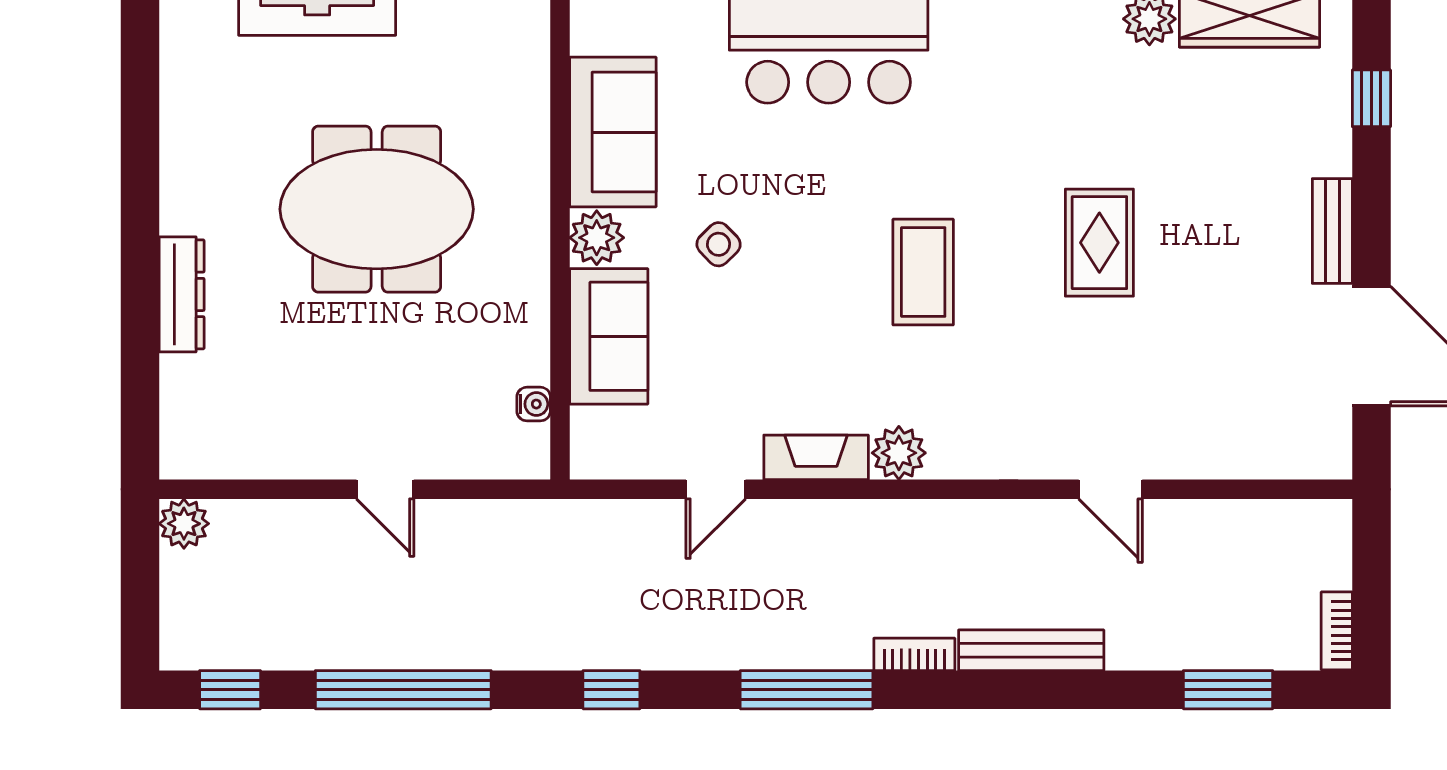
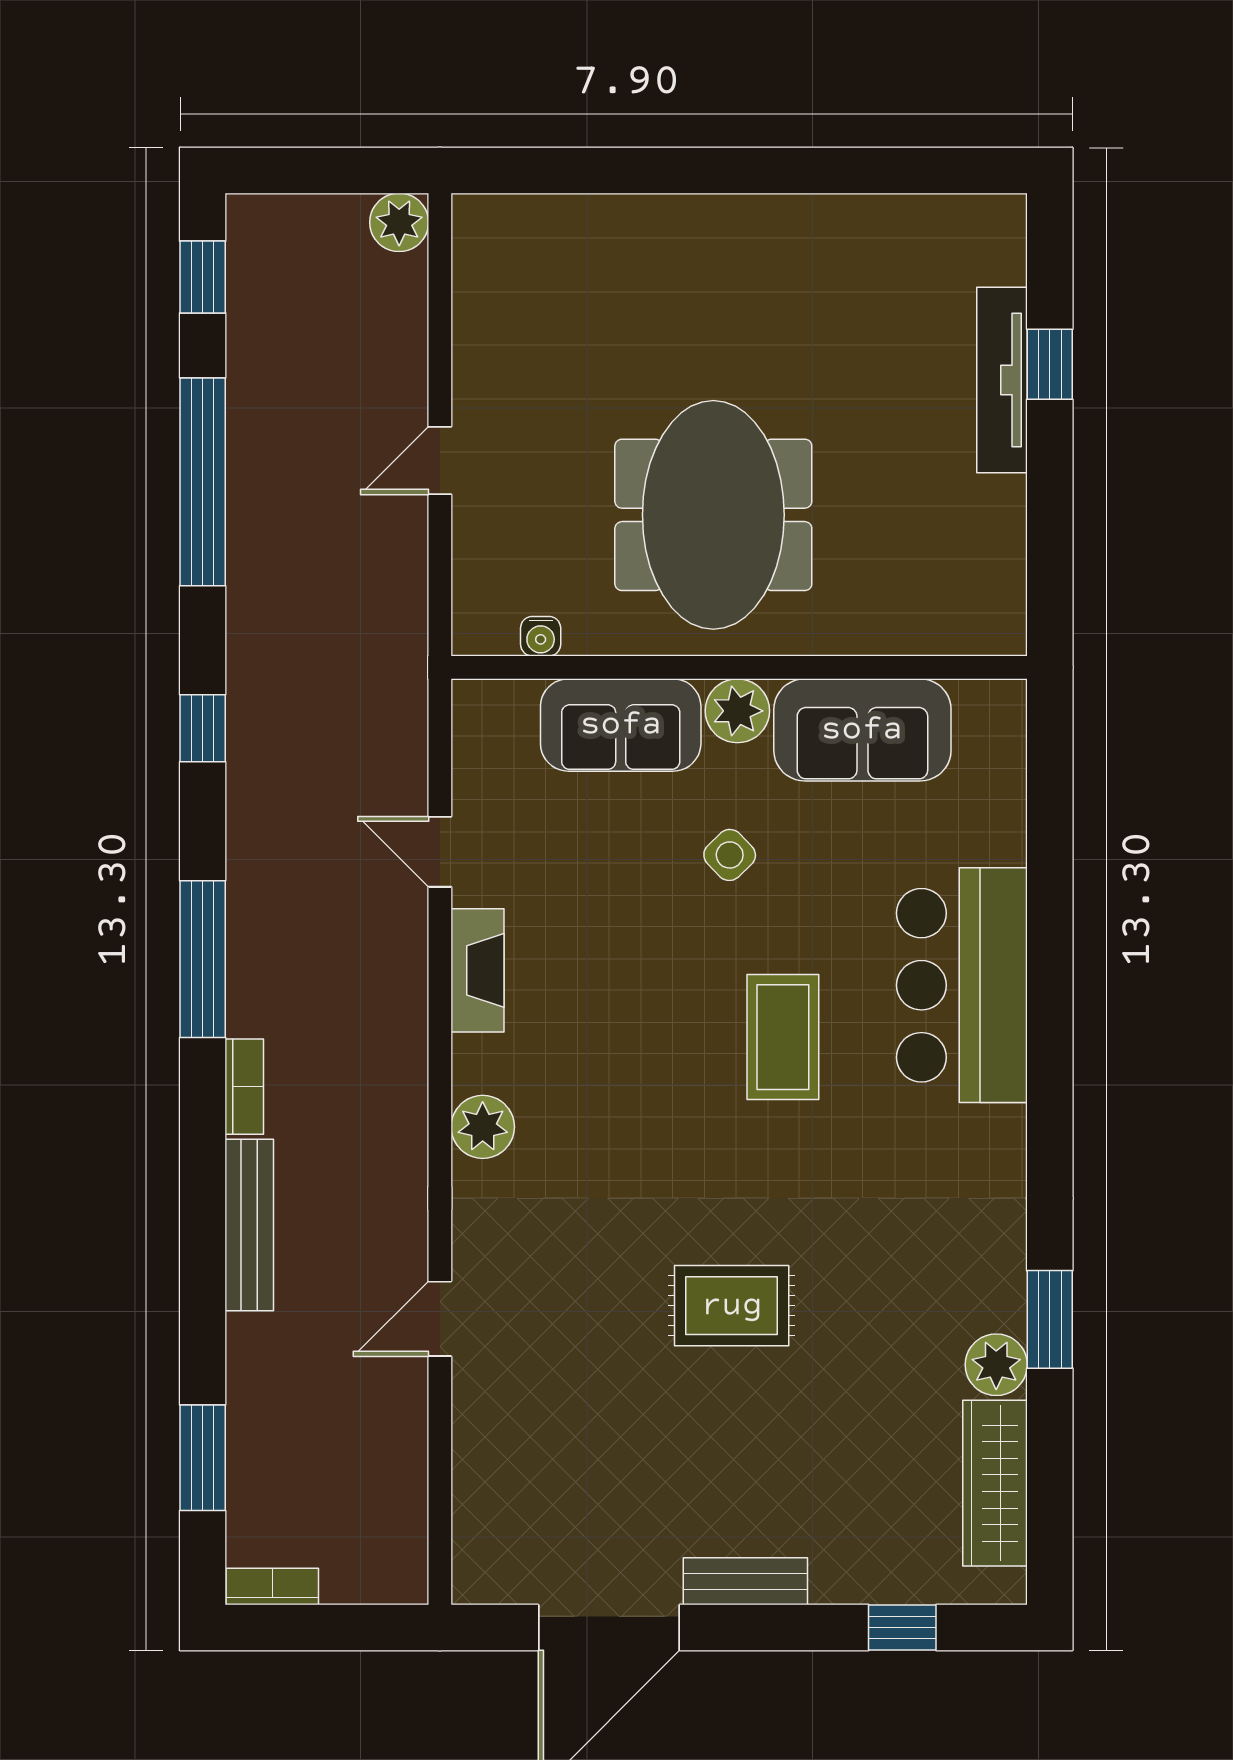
meeting table: (377, 209) -> (713, 515), moved
coffee table: (923, 272) -> (783, 1037), moved, turned 90
dresser: (182, 294) -> (670, 220), removed
plant: (899, 453) -> (483, 1127), moved

